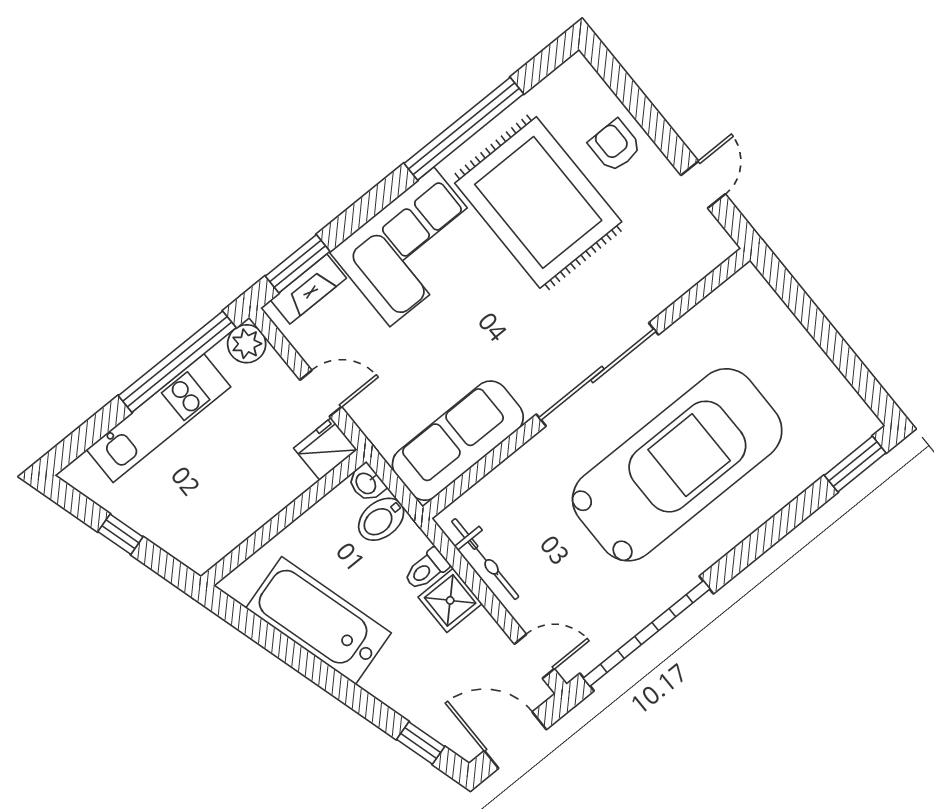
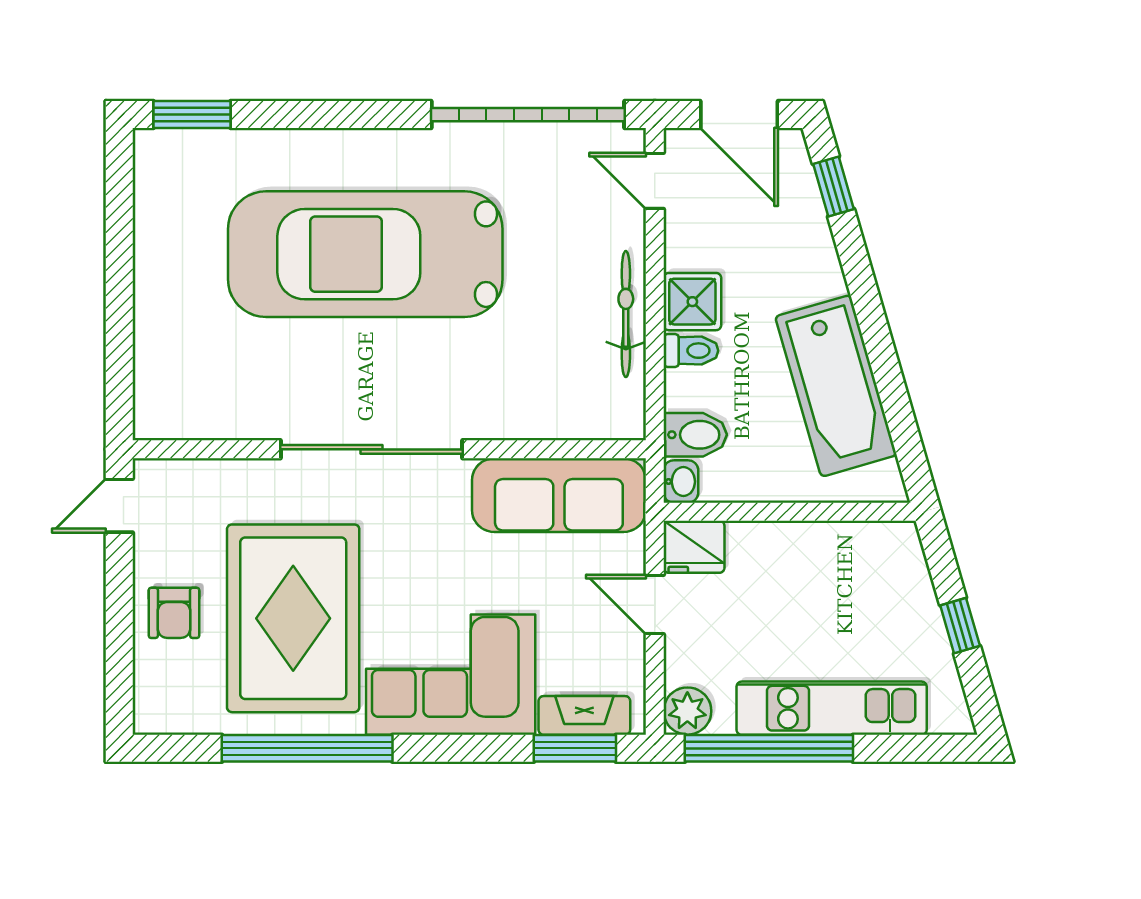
sliding door: (597, 374) -> (371, 449), moved
wall: (586, 383) -> (389, 449), moved
sofa: (458, 441) -> (559, 495), moved

